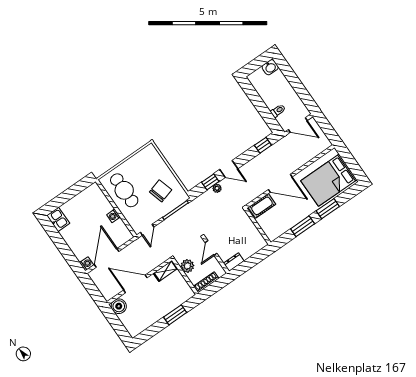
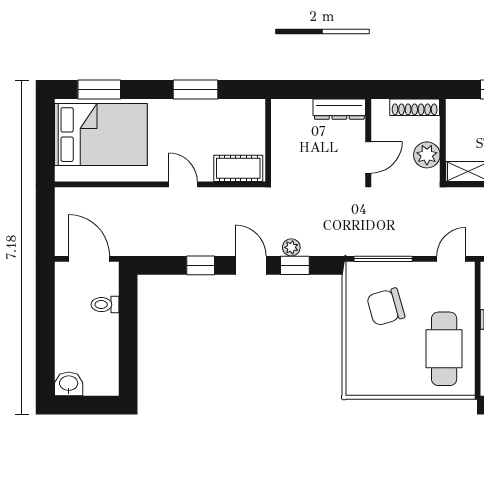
window: (263, 145) -> (201, 265), moved
door: (280, 183) -> (183, 184), width x0.53
window: (328, 209) -> (99, 89), moved
dresser: (234, 262) -> (339, 109), width x1.44

